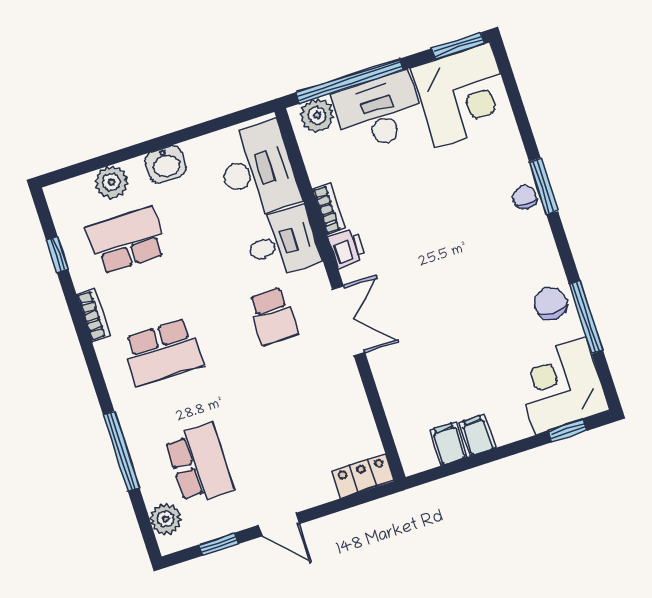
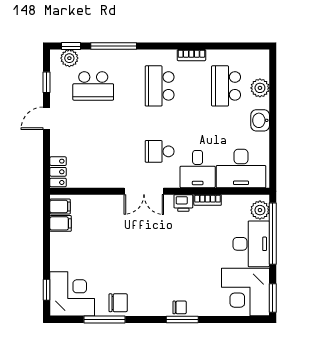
school desk: (127, 240) -> (226, 86), turned 180
window: (57, 254) -> (71, 46), moved
filing cabinet: (477, 435) -> (60, 207), moved

